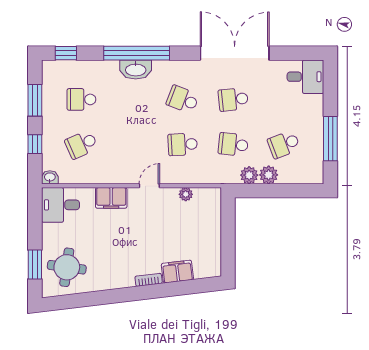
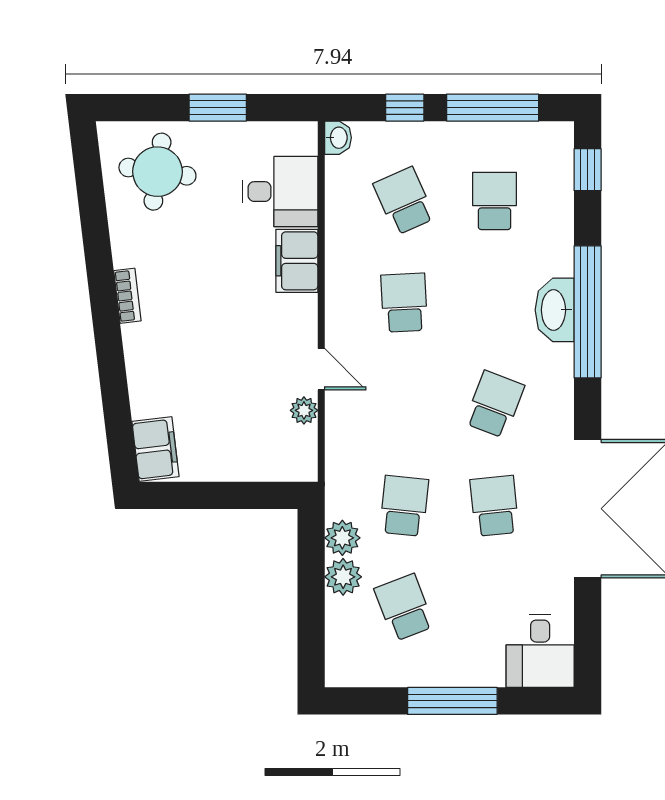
window: (35, 100) -> (493, 108), width x1.44
window: (330, 139) -> (452, 701), moved
school desk: (183, 144) -> (404, 303), moved
door: (149, 186) -> (321, 369), moved
desk: (60, 205) -> (280, 192), moved, turned 90
window: (35, 264) -> (218, 108), moved
filing cabinet: (177, 272) -> (155, 449), moved
bookcase: (149, 280) -> (127, 296), moved

